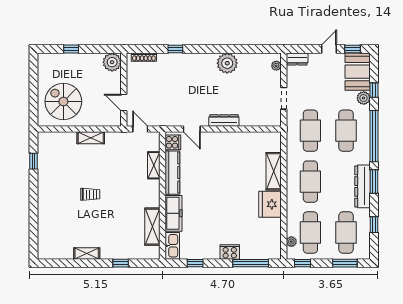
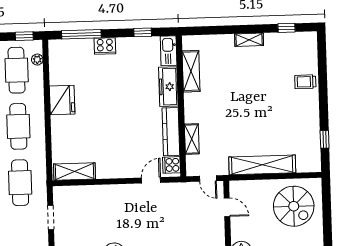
dresser: (224, 121) -> (116, 191), removed
door: (192, 129) -> (151, 180), hinge flipped
shelving: (91, 138) -> (262, 165), width x2.20, depth x1.33
shelving: (274, 171) -> (75, 172), moved, turned 90
trolley: (90, 194) -> (305, 82), moved
shelving: (87, 253) -> (249, 40), moved
window: (121, 263) -> (287, 28), moved

